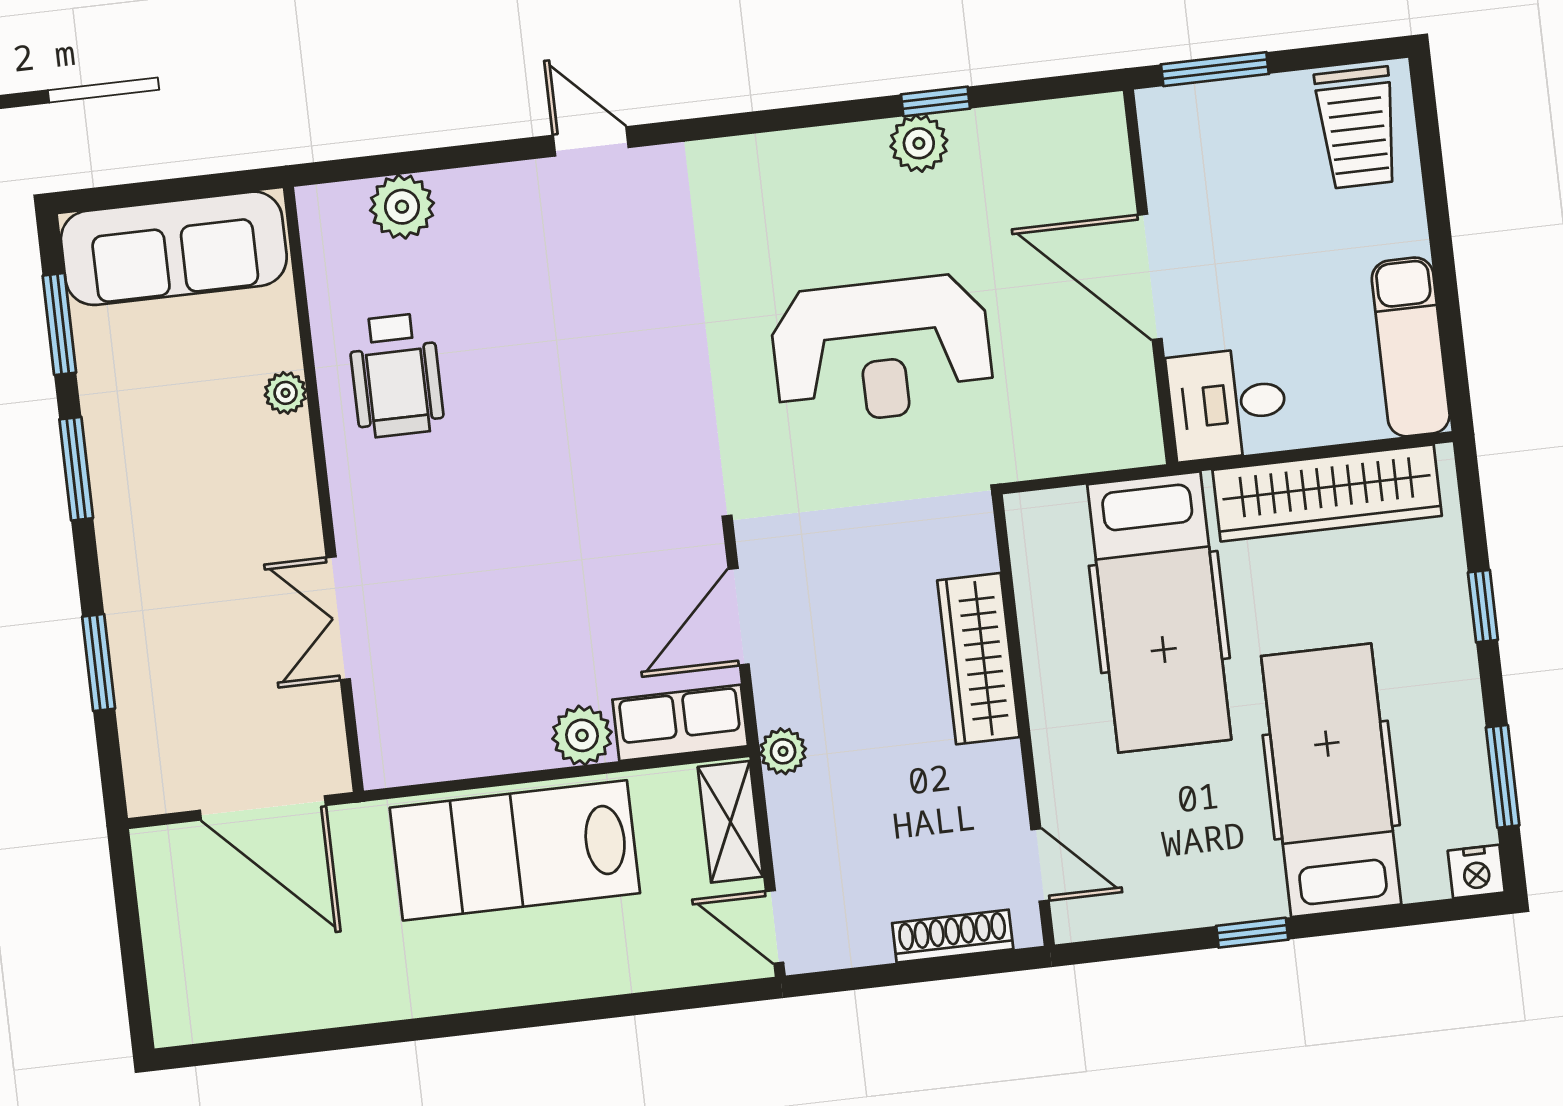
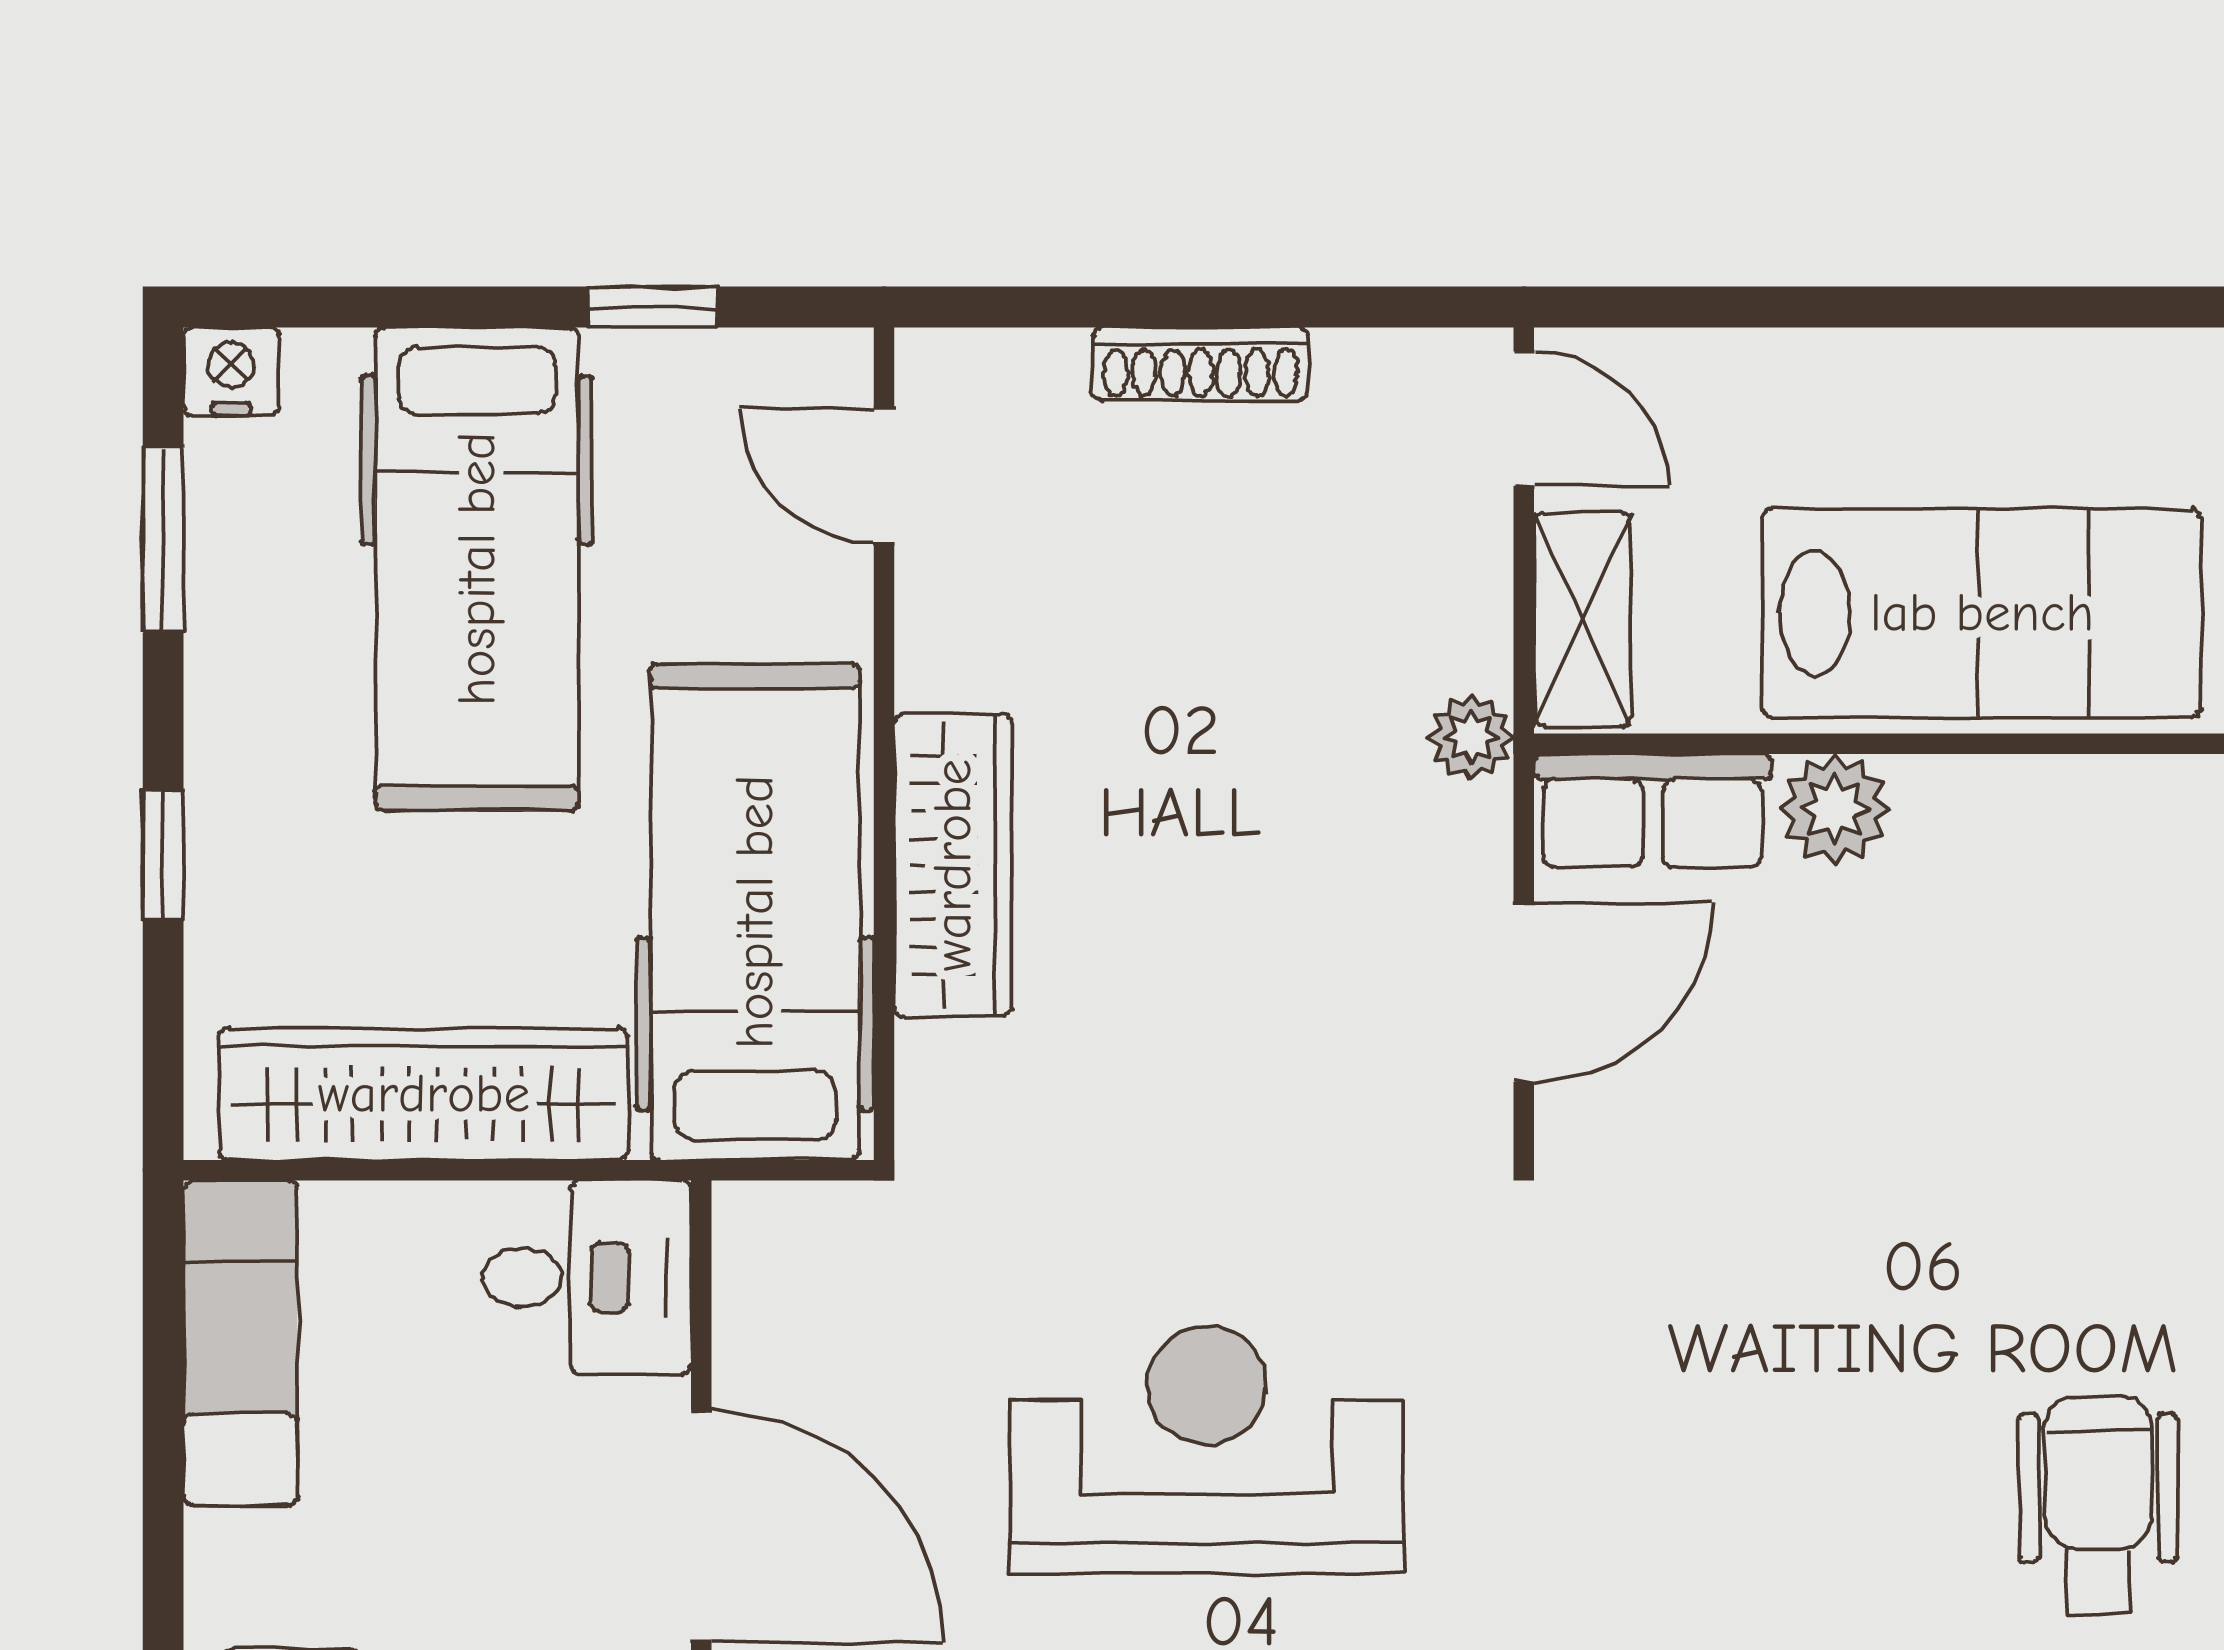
wardrobe: (978, 659) -> (953, 865), moved
wall: (1023, 720) -> (884, 744), moved
door: (1040, 865) -> (884, 475), moved

